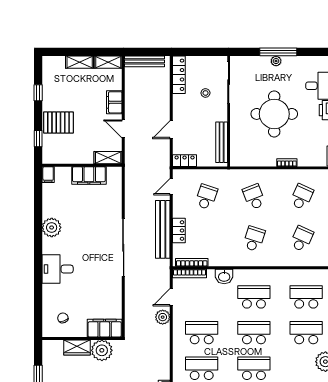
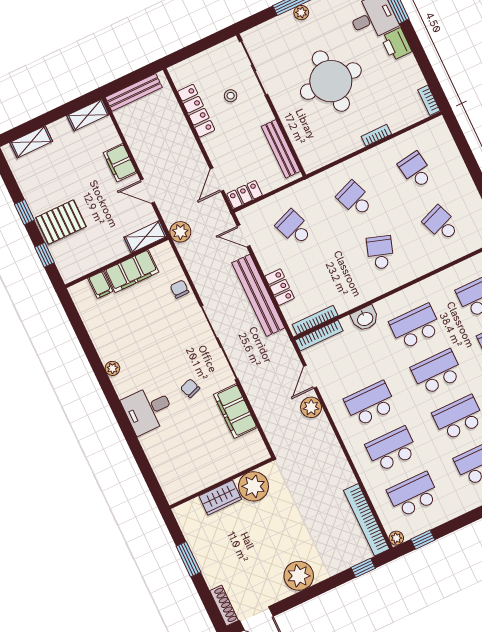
shelving: (80, 62) -> (31, 142), moved
locker: (179, 75) -> (196, 111), moved
window: (38, 93) -> (24, 212), moved
door: (171, 130) -> (217, 180), moved
plant: (132, 165) -> (180, 232), added
filing cabinet: (48, 175) -> (100, 285), moved
door: (171, 187) -> (244, 236), hinge flipped
school desk: (206, 197) -> (294, 228), turned -39
school desk: (302, 197) -> (416, 170), turned -33
chair: (114, 201) -> (180, 289), added
plant: (52, 227) -> (112, 368), width x0.53, depth x0.53
school desk: (302, 239) -> (441, 224), turned -45
chair: (63, 318) -> (190, 388), moved
filing cabinet: (105, 328) -> (235, 411), moved, turned -90

